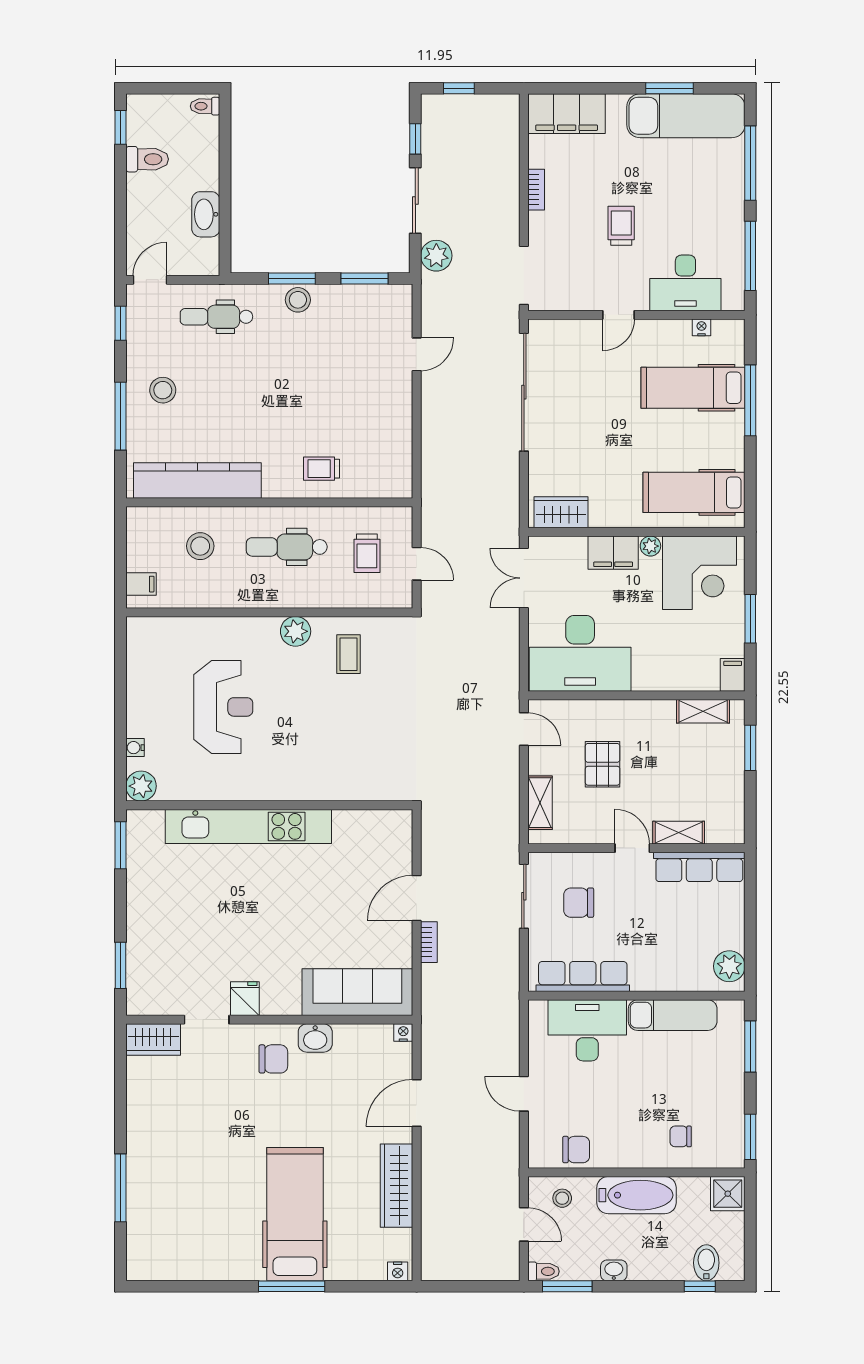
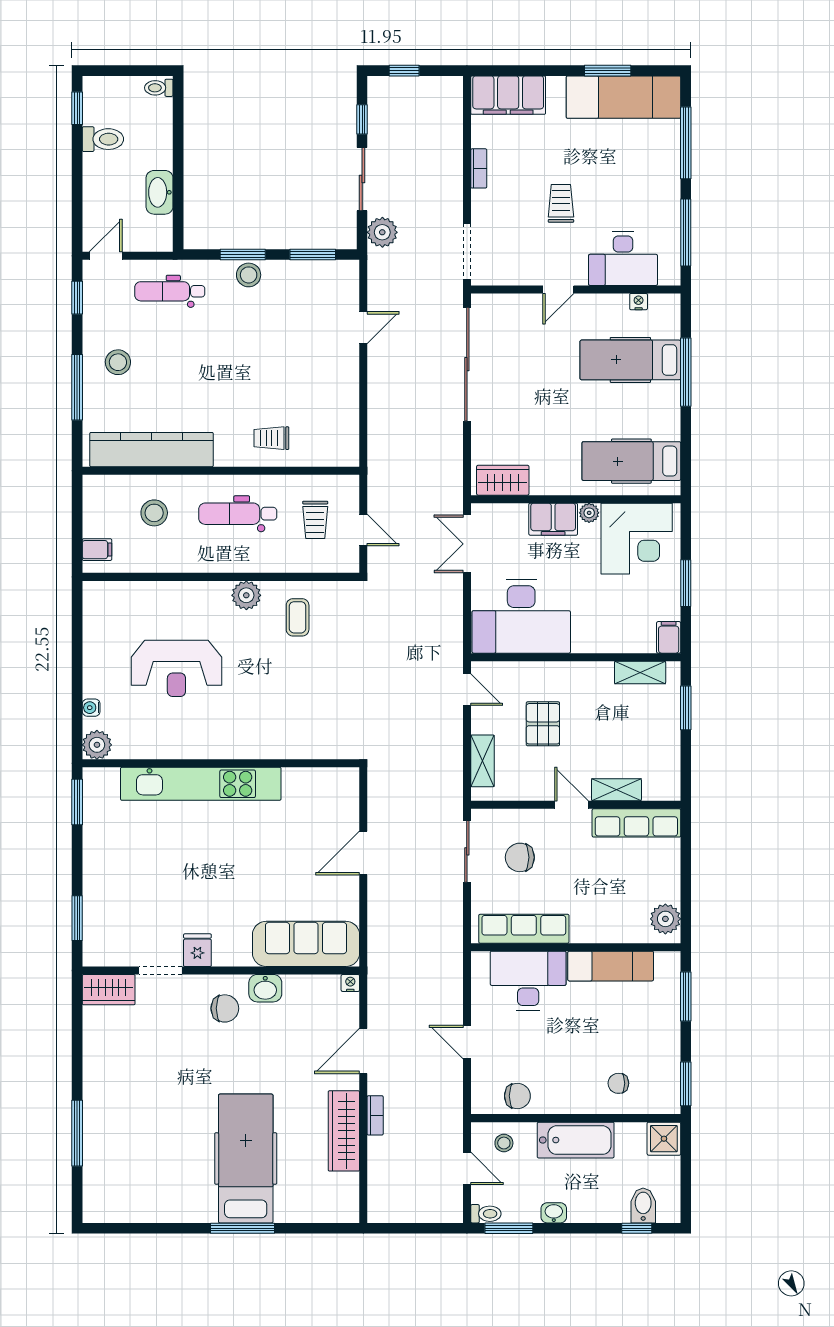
reception desk: (223, 707) -> (176, 668), turned 90
bookcase: (429, 942) -> (375, 1115), moved
nightstand: (398, 1271) -> (345, 1214), removed

